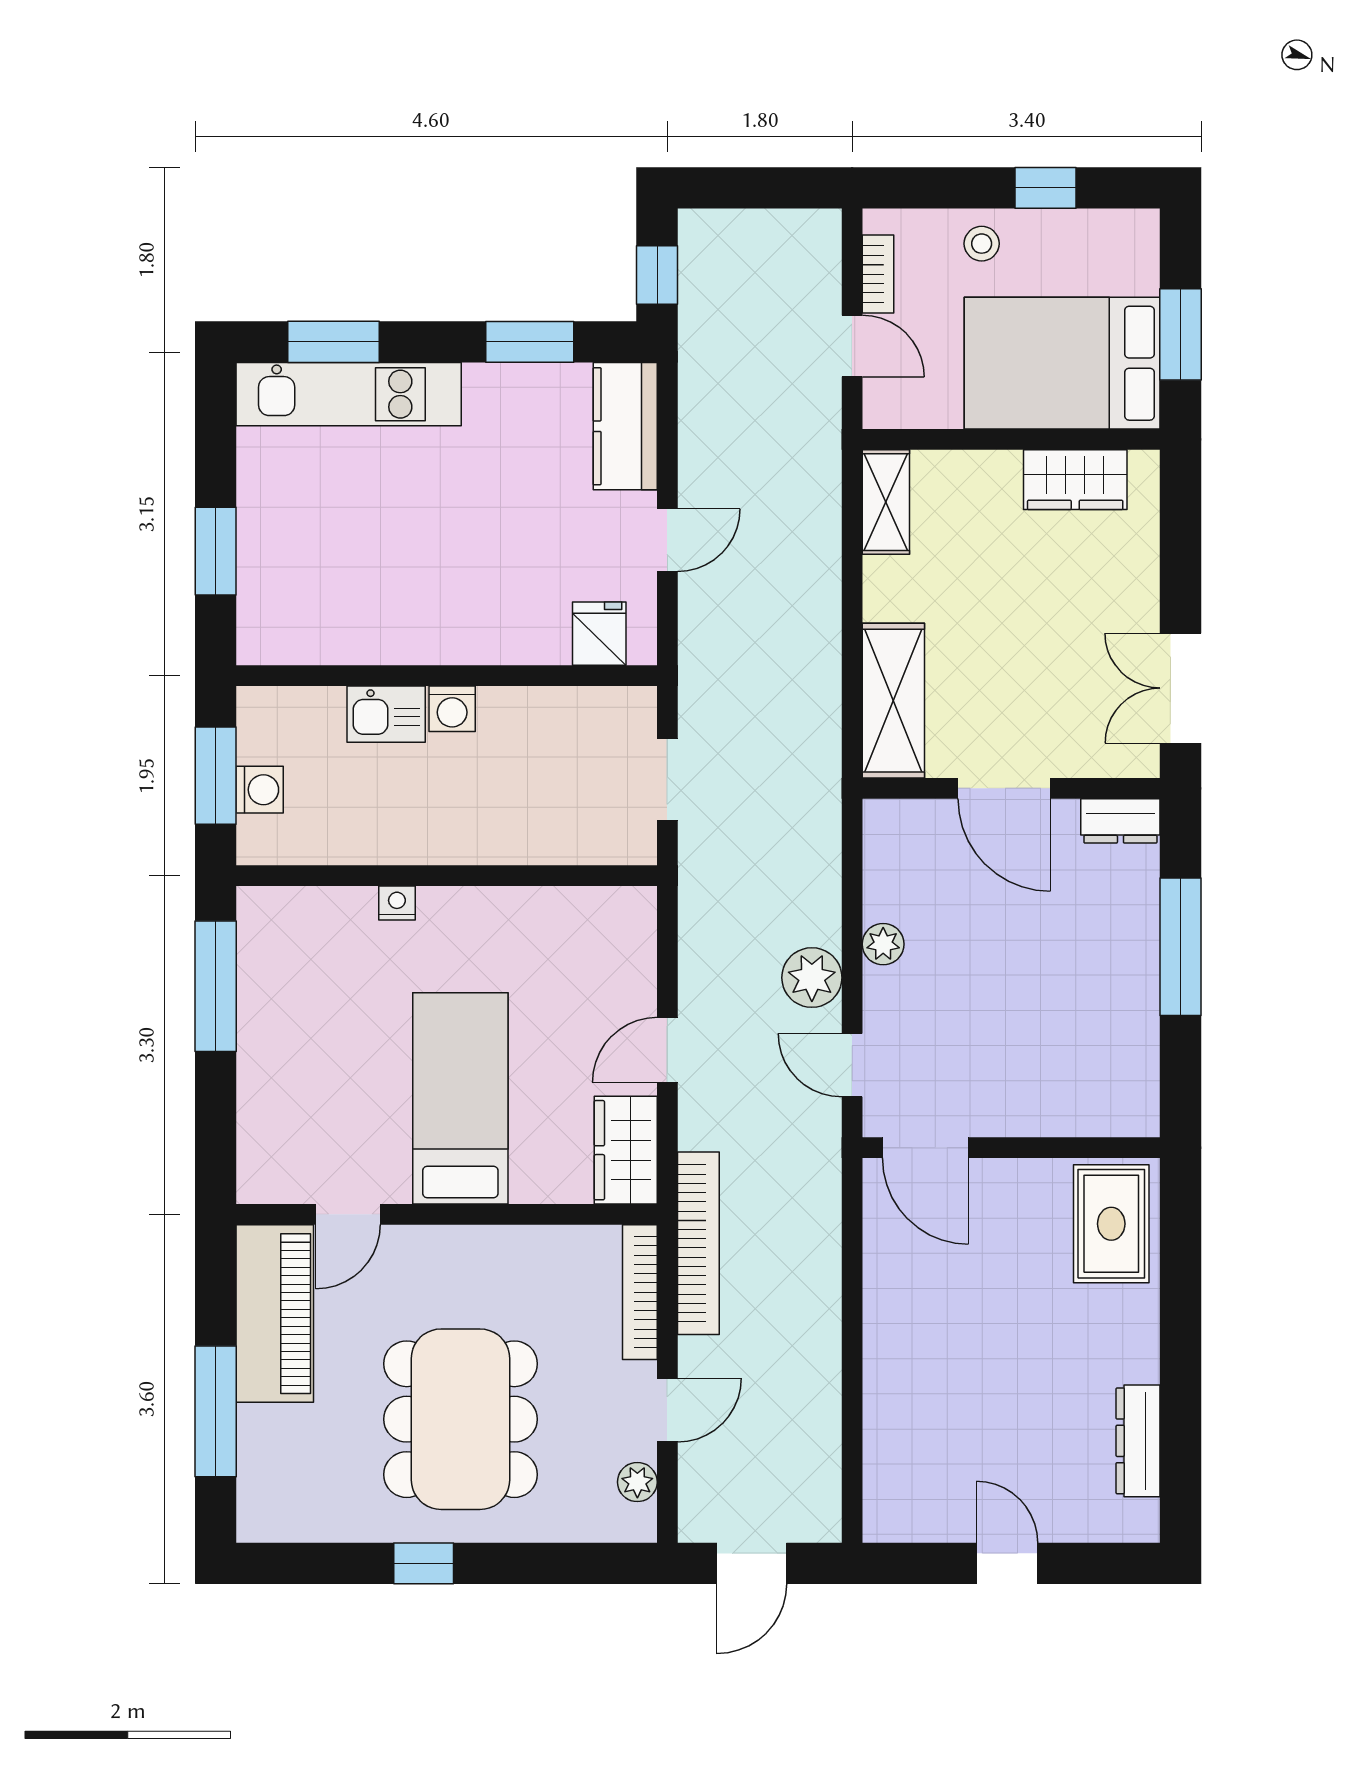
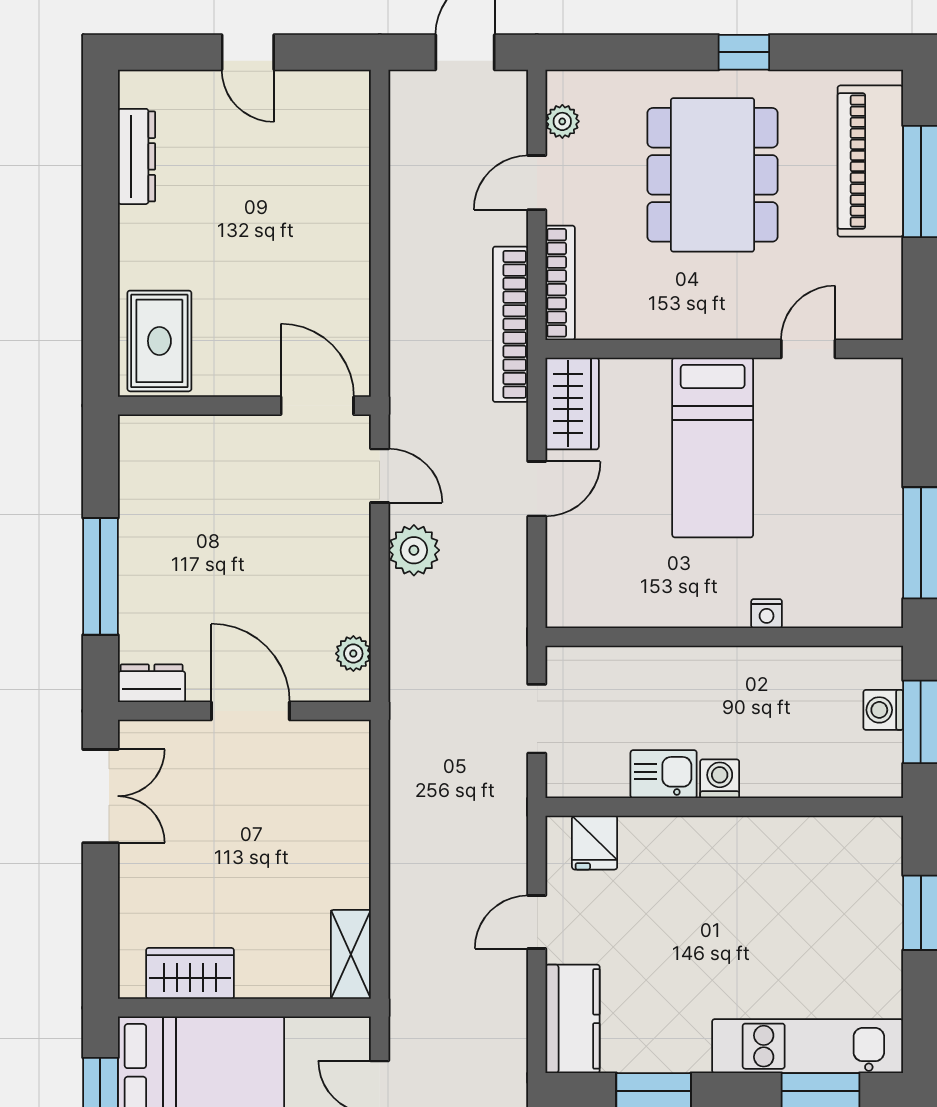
shelving: (893, 701) -> (345, 786), removed
kitchen sink: (386, 714) -> (664, 774), moved
plant: (883, 944) -> (353, 654), moved
piano: (275, 1314) -> (870, 161), moved

